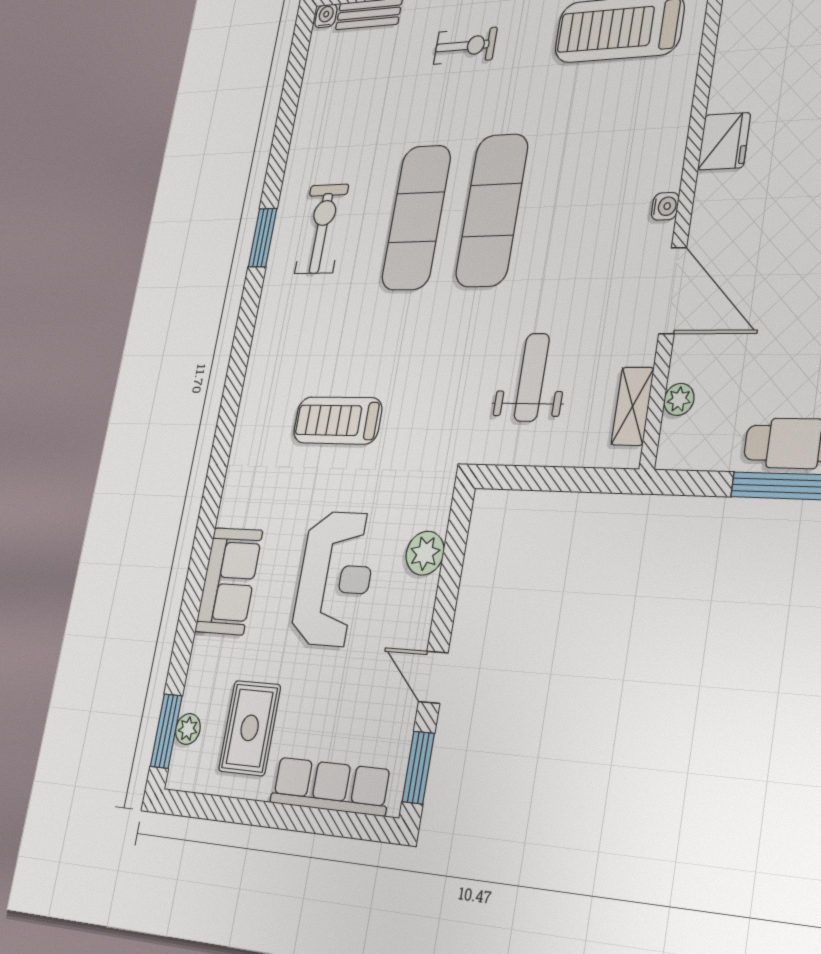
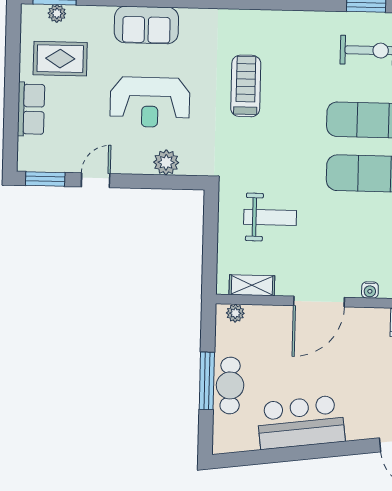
plant: (679, 399) -> (235, 313), moved
row of seats: (331, 786) -> (31, 109), width x0.68

